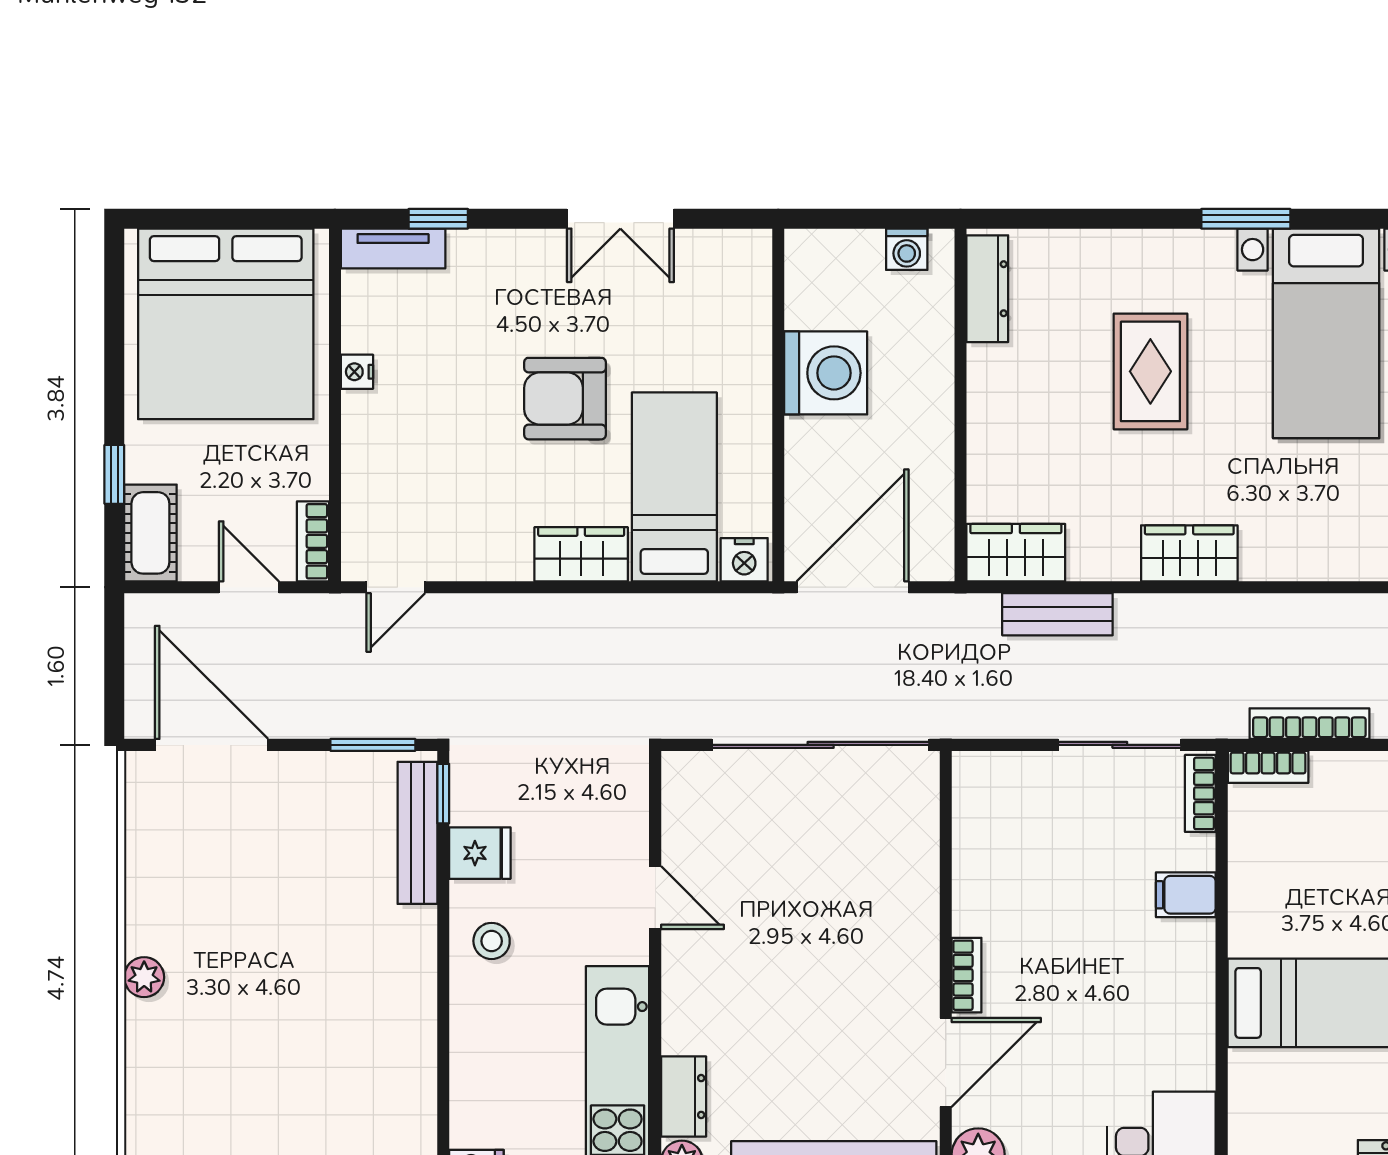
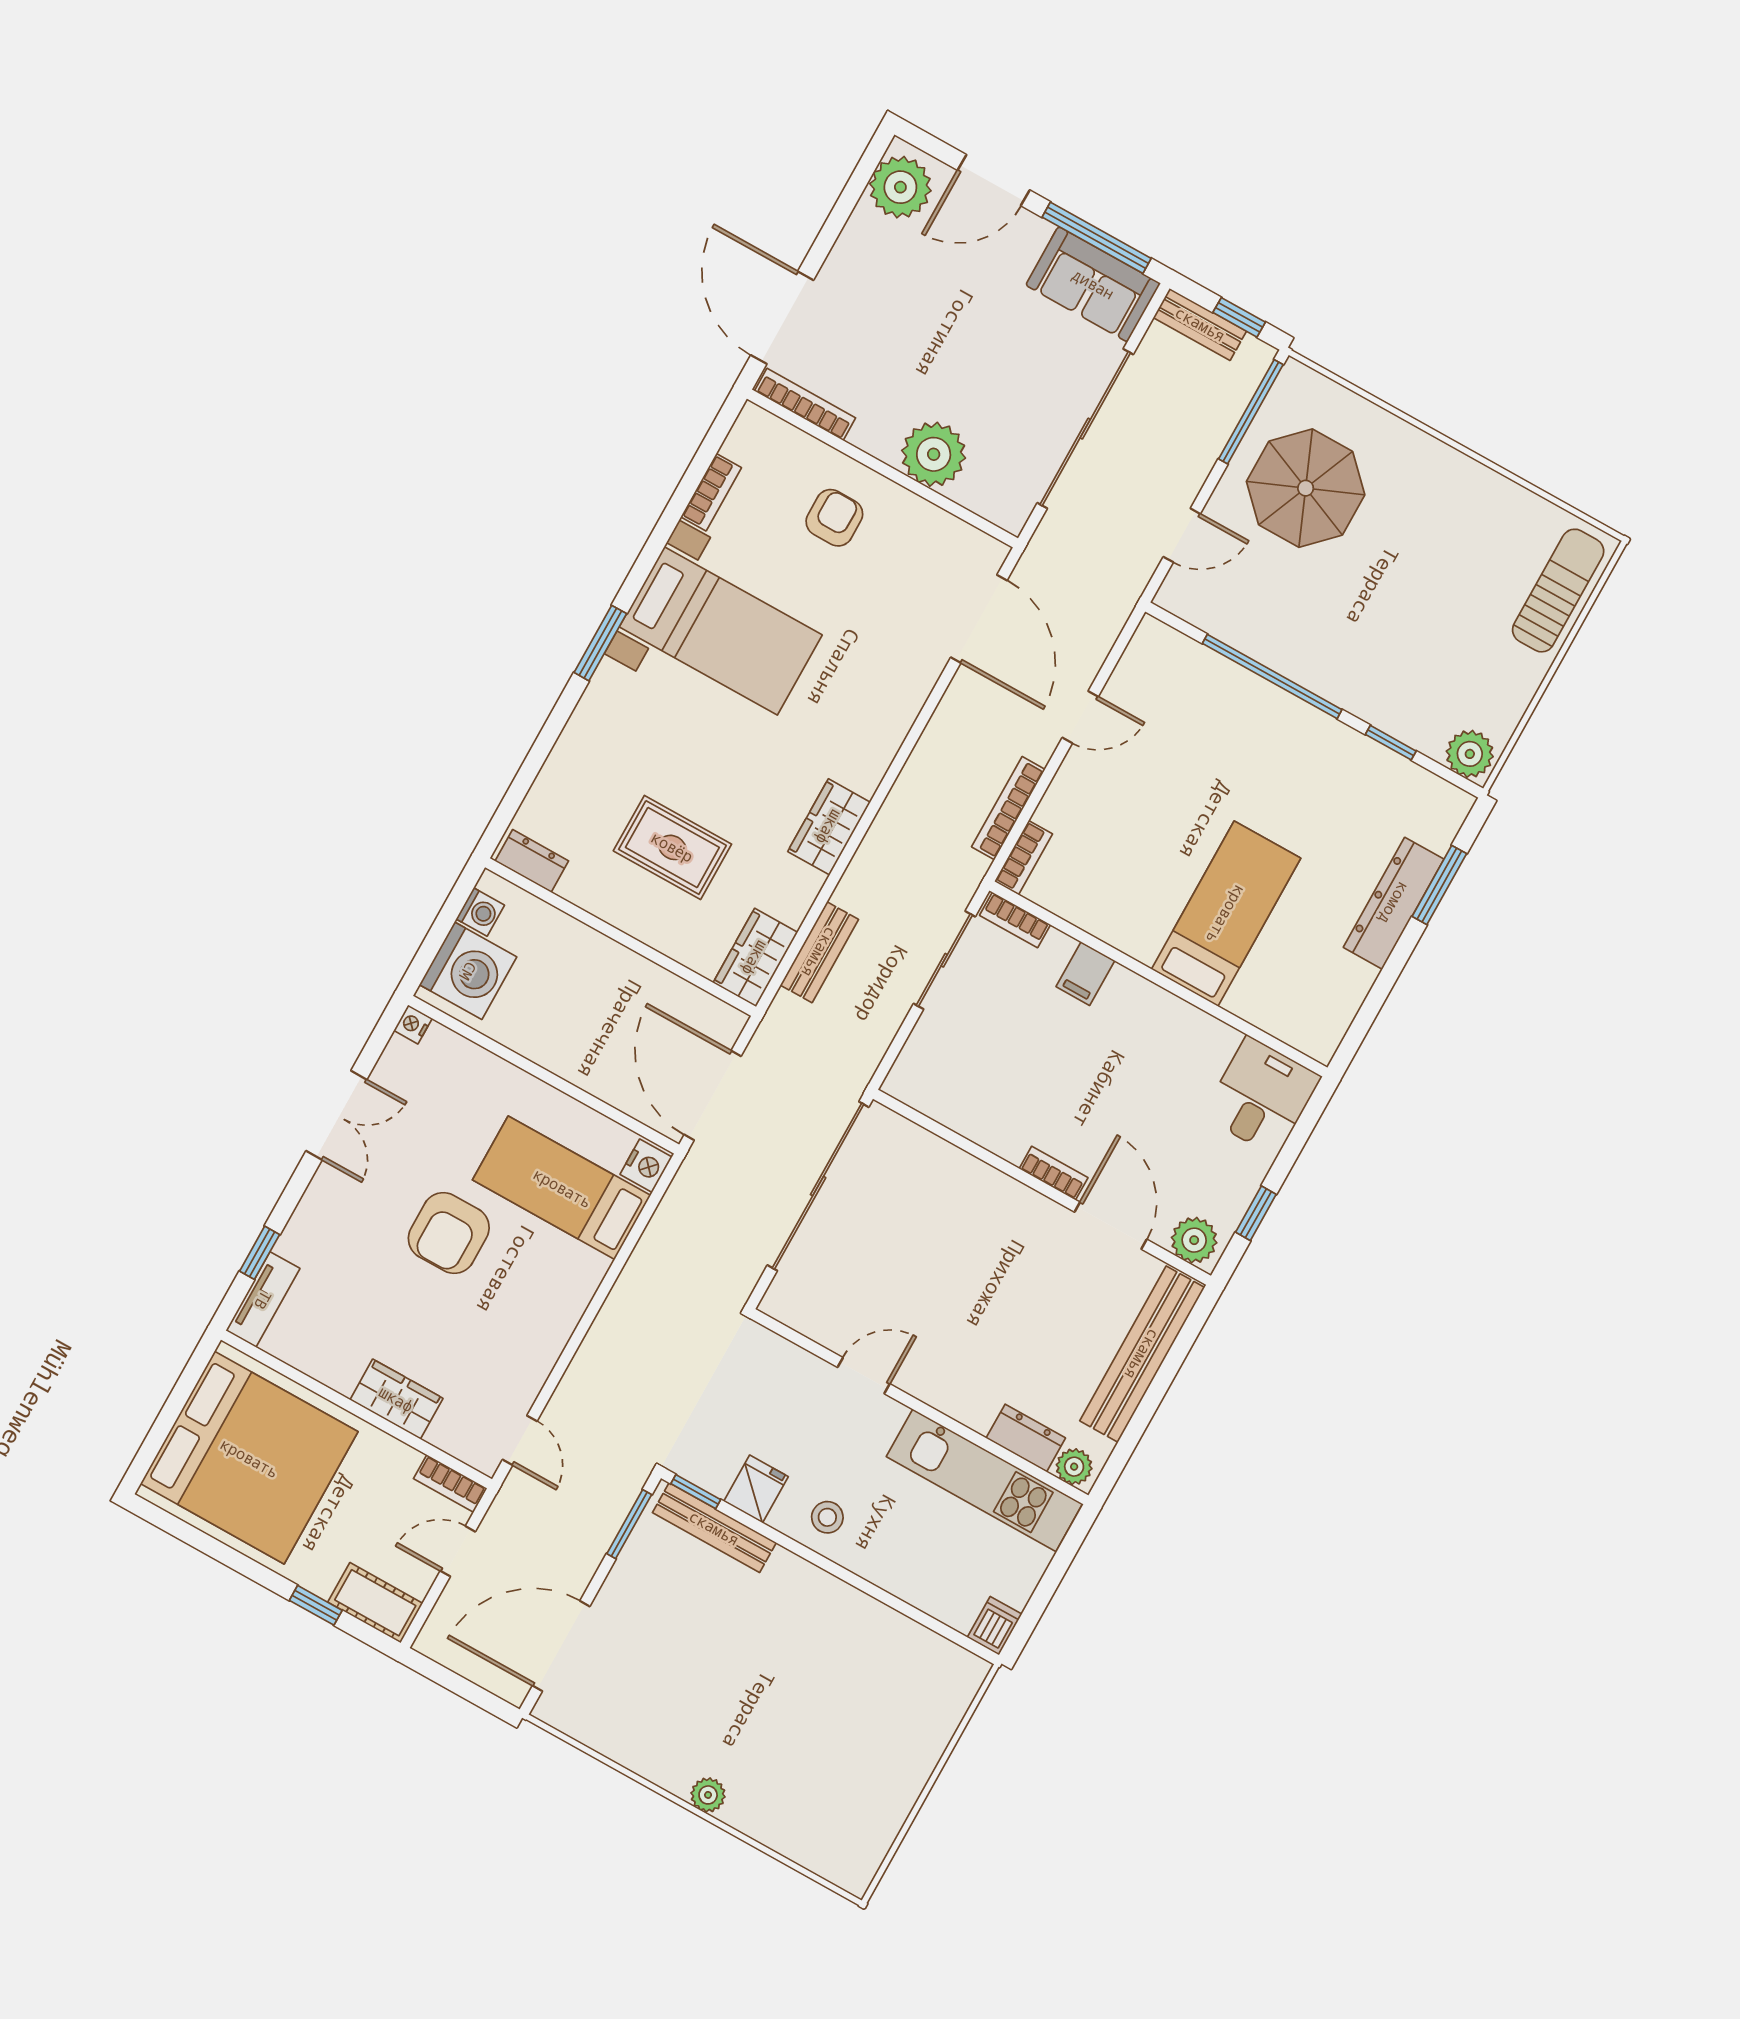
dresser: (987, 289) -> (532, 861), width x0.70
rug: (1150, 371) -> (672, 847), moved
nightstand: (357, 372) -> (413, 1024), moved, turned 90
washing machine: (826, 373) -> (468, 971), moved, turned 90
wardrobe: (581, 554) -> (396, 1399), moved, turned 90

